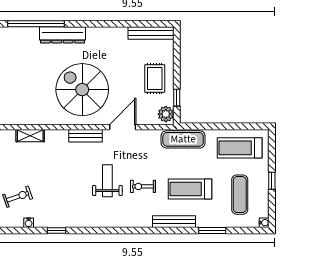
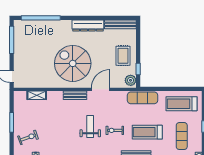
dresser: (62, 35) -> (88, 26), moved

